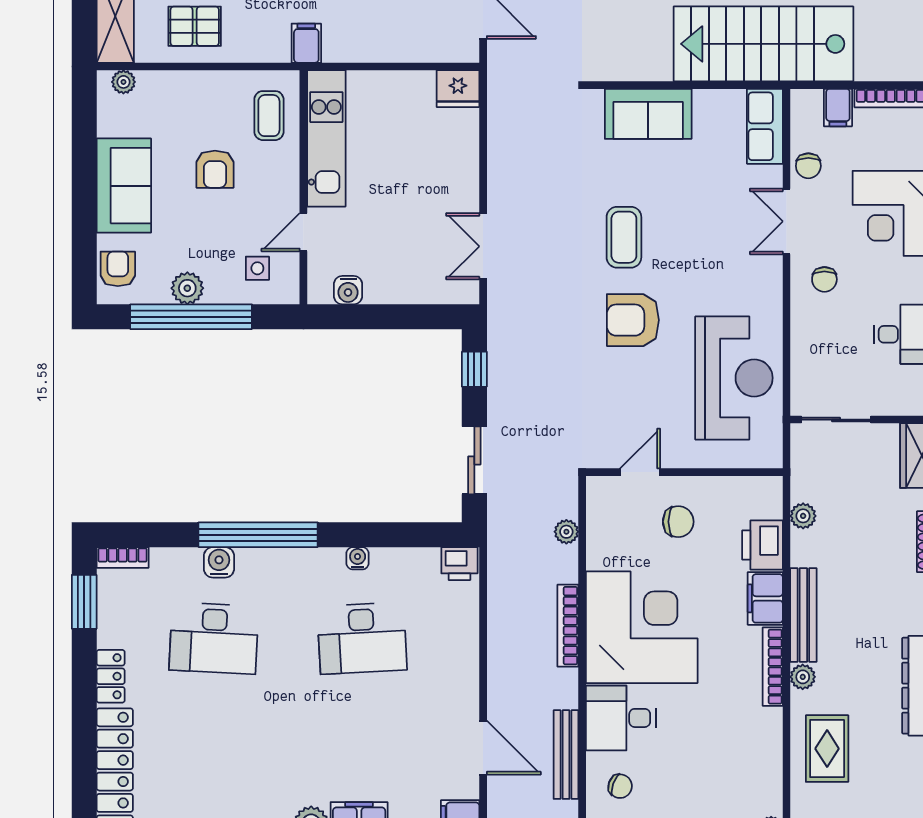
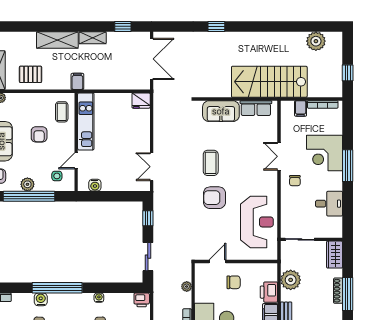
row of seats: (765, 126) -> (256, 108), moved, turned -90
chair: (808, 166) -> (288, 133), removed
plant: (803, 516) -> (291, 280), width x1.87, depth x1.87

